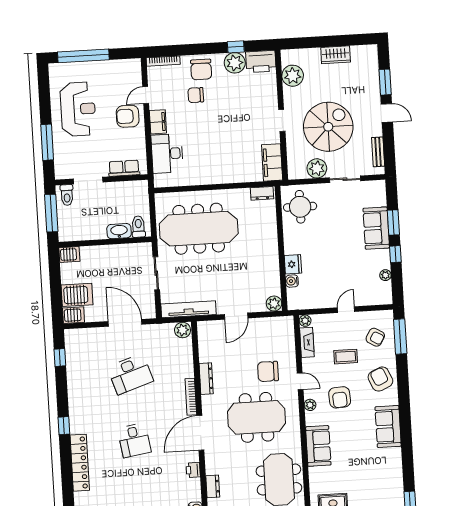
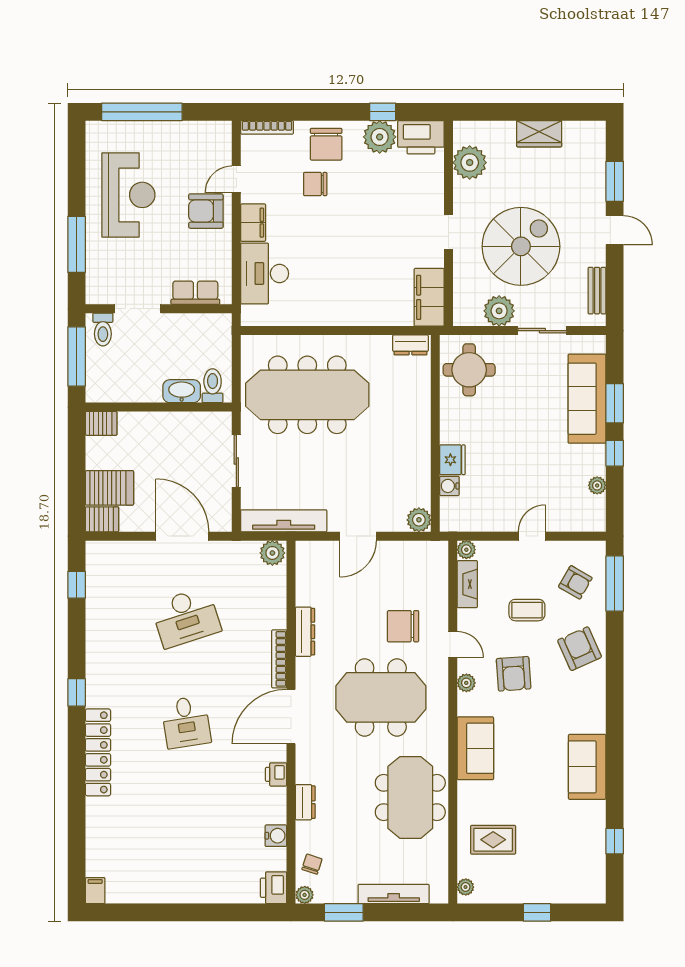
sofa: (376, 228) -> (587, 399), width x1.36
sofa: (388, 427) -> (587, 767), moved

